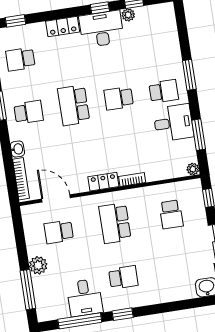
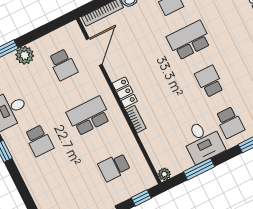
school desk: (59, 232) -> (63, 65), turned 180

